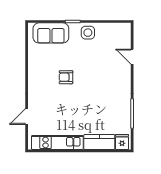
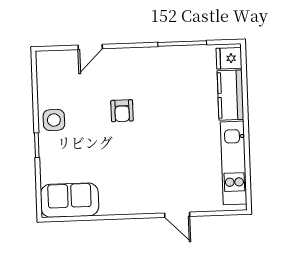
sofa: (51, 33) -> (70, 200), moved, turned -90
armchair: (66, 77) -> (122, 111), moved
door: (27, 117) -> (177, 215), moved

